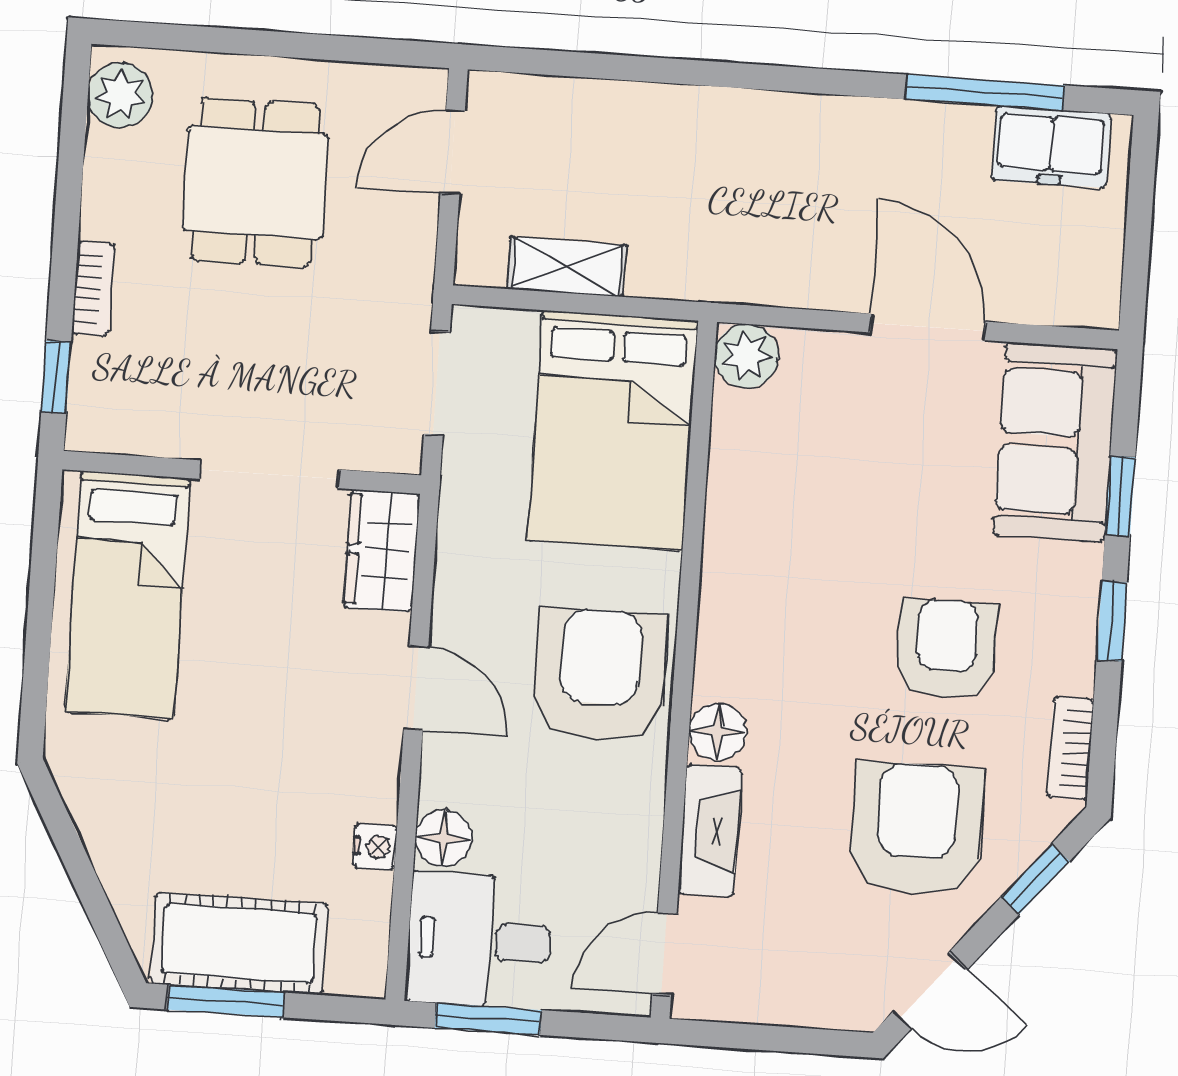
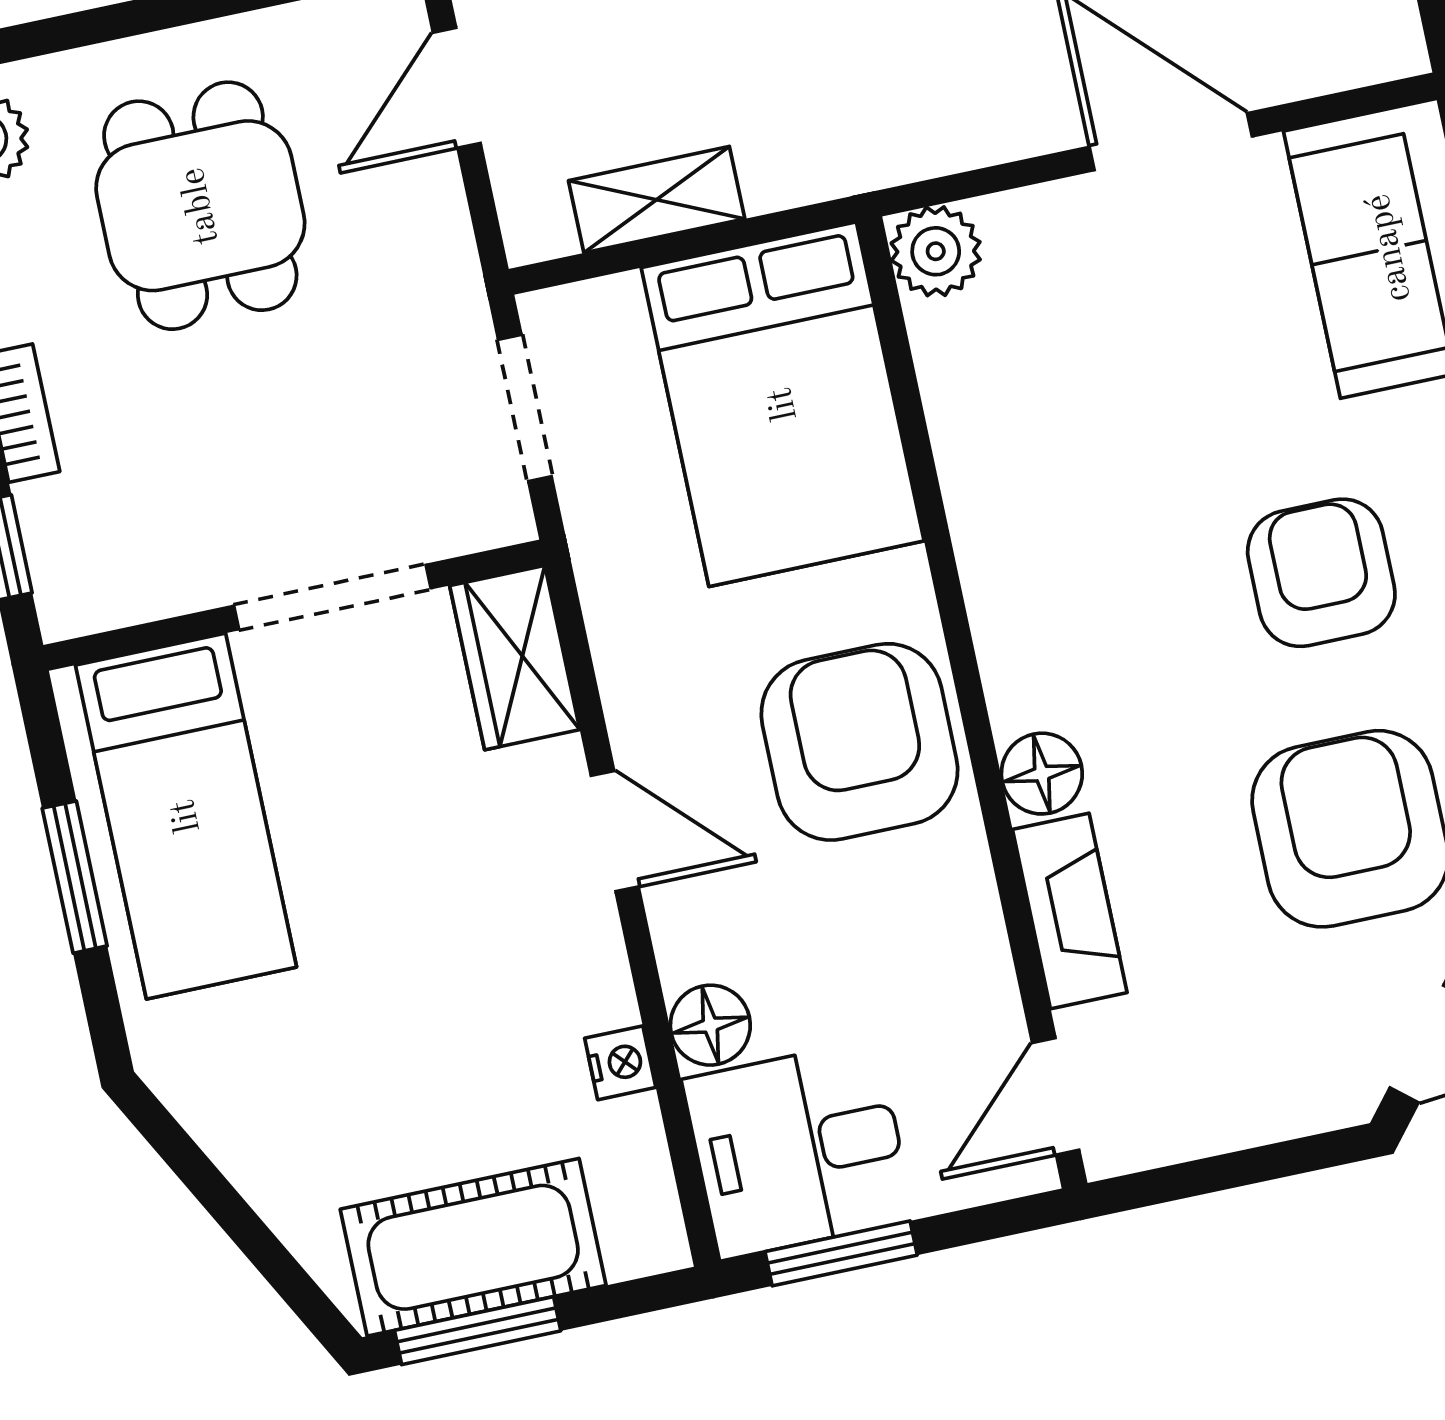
window: (40, 615) -> (75, 877), added

